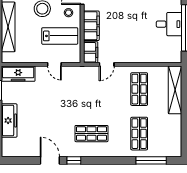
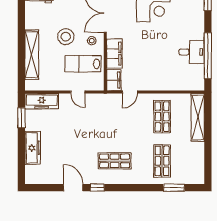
lab bench: (60, 36) -> (83, 64), turned 180
window: (151, 160) -> (174, 188), width x0.69

